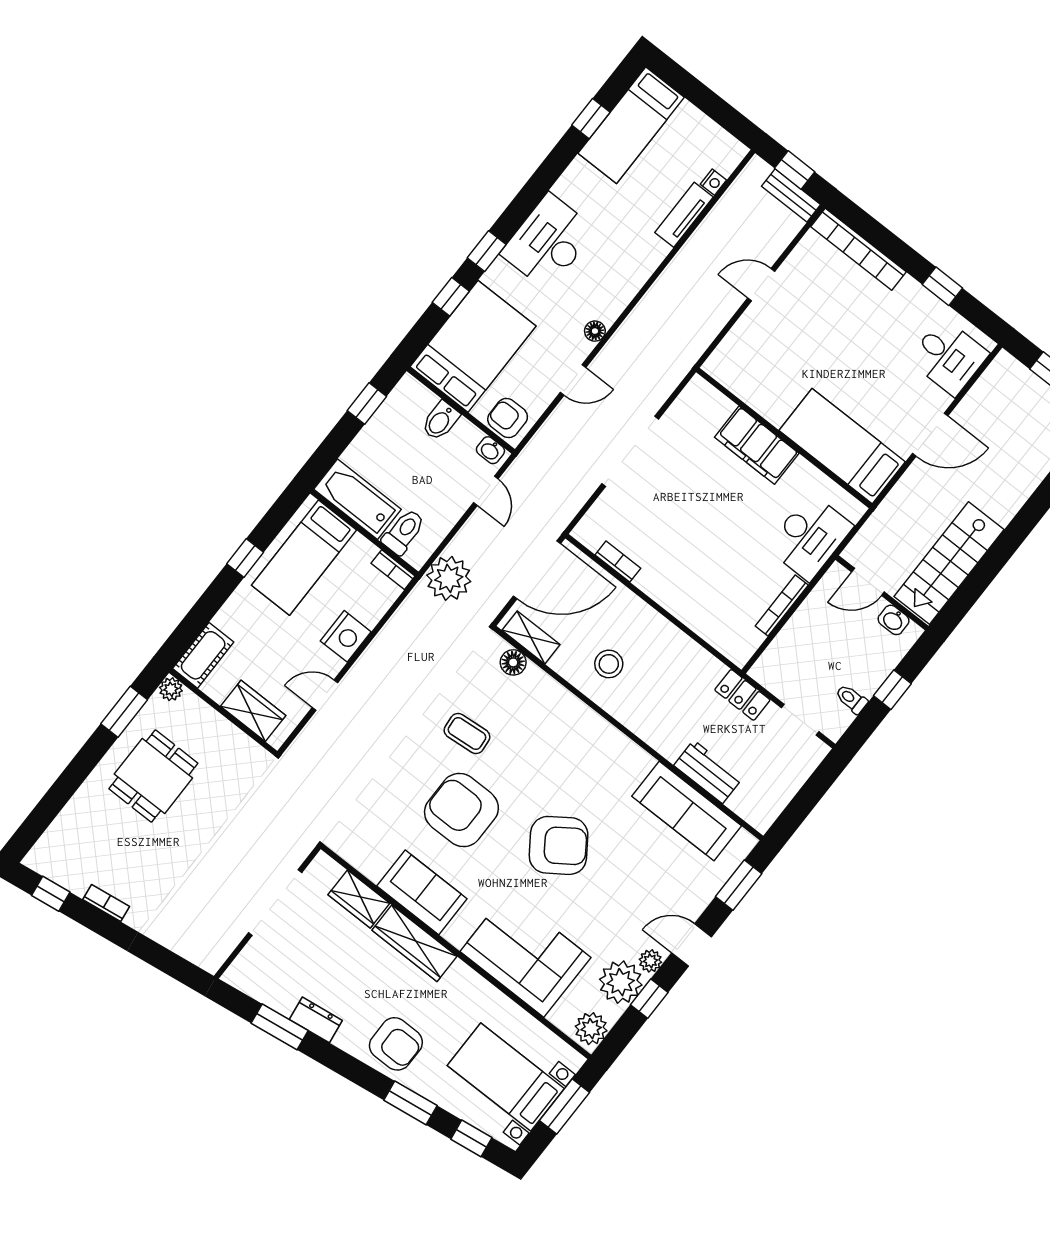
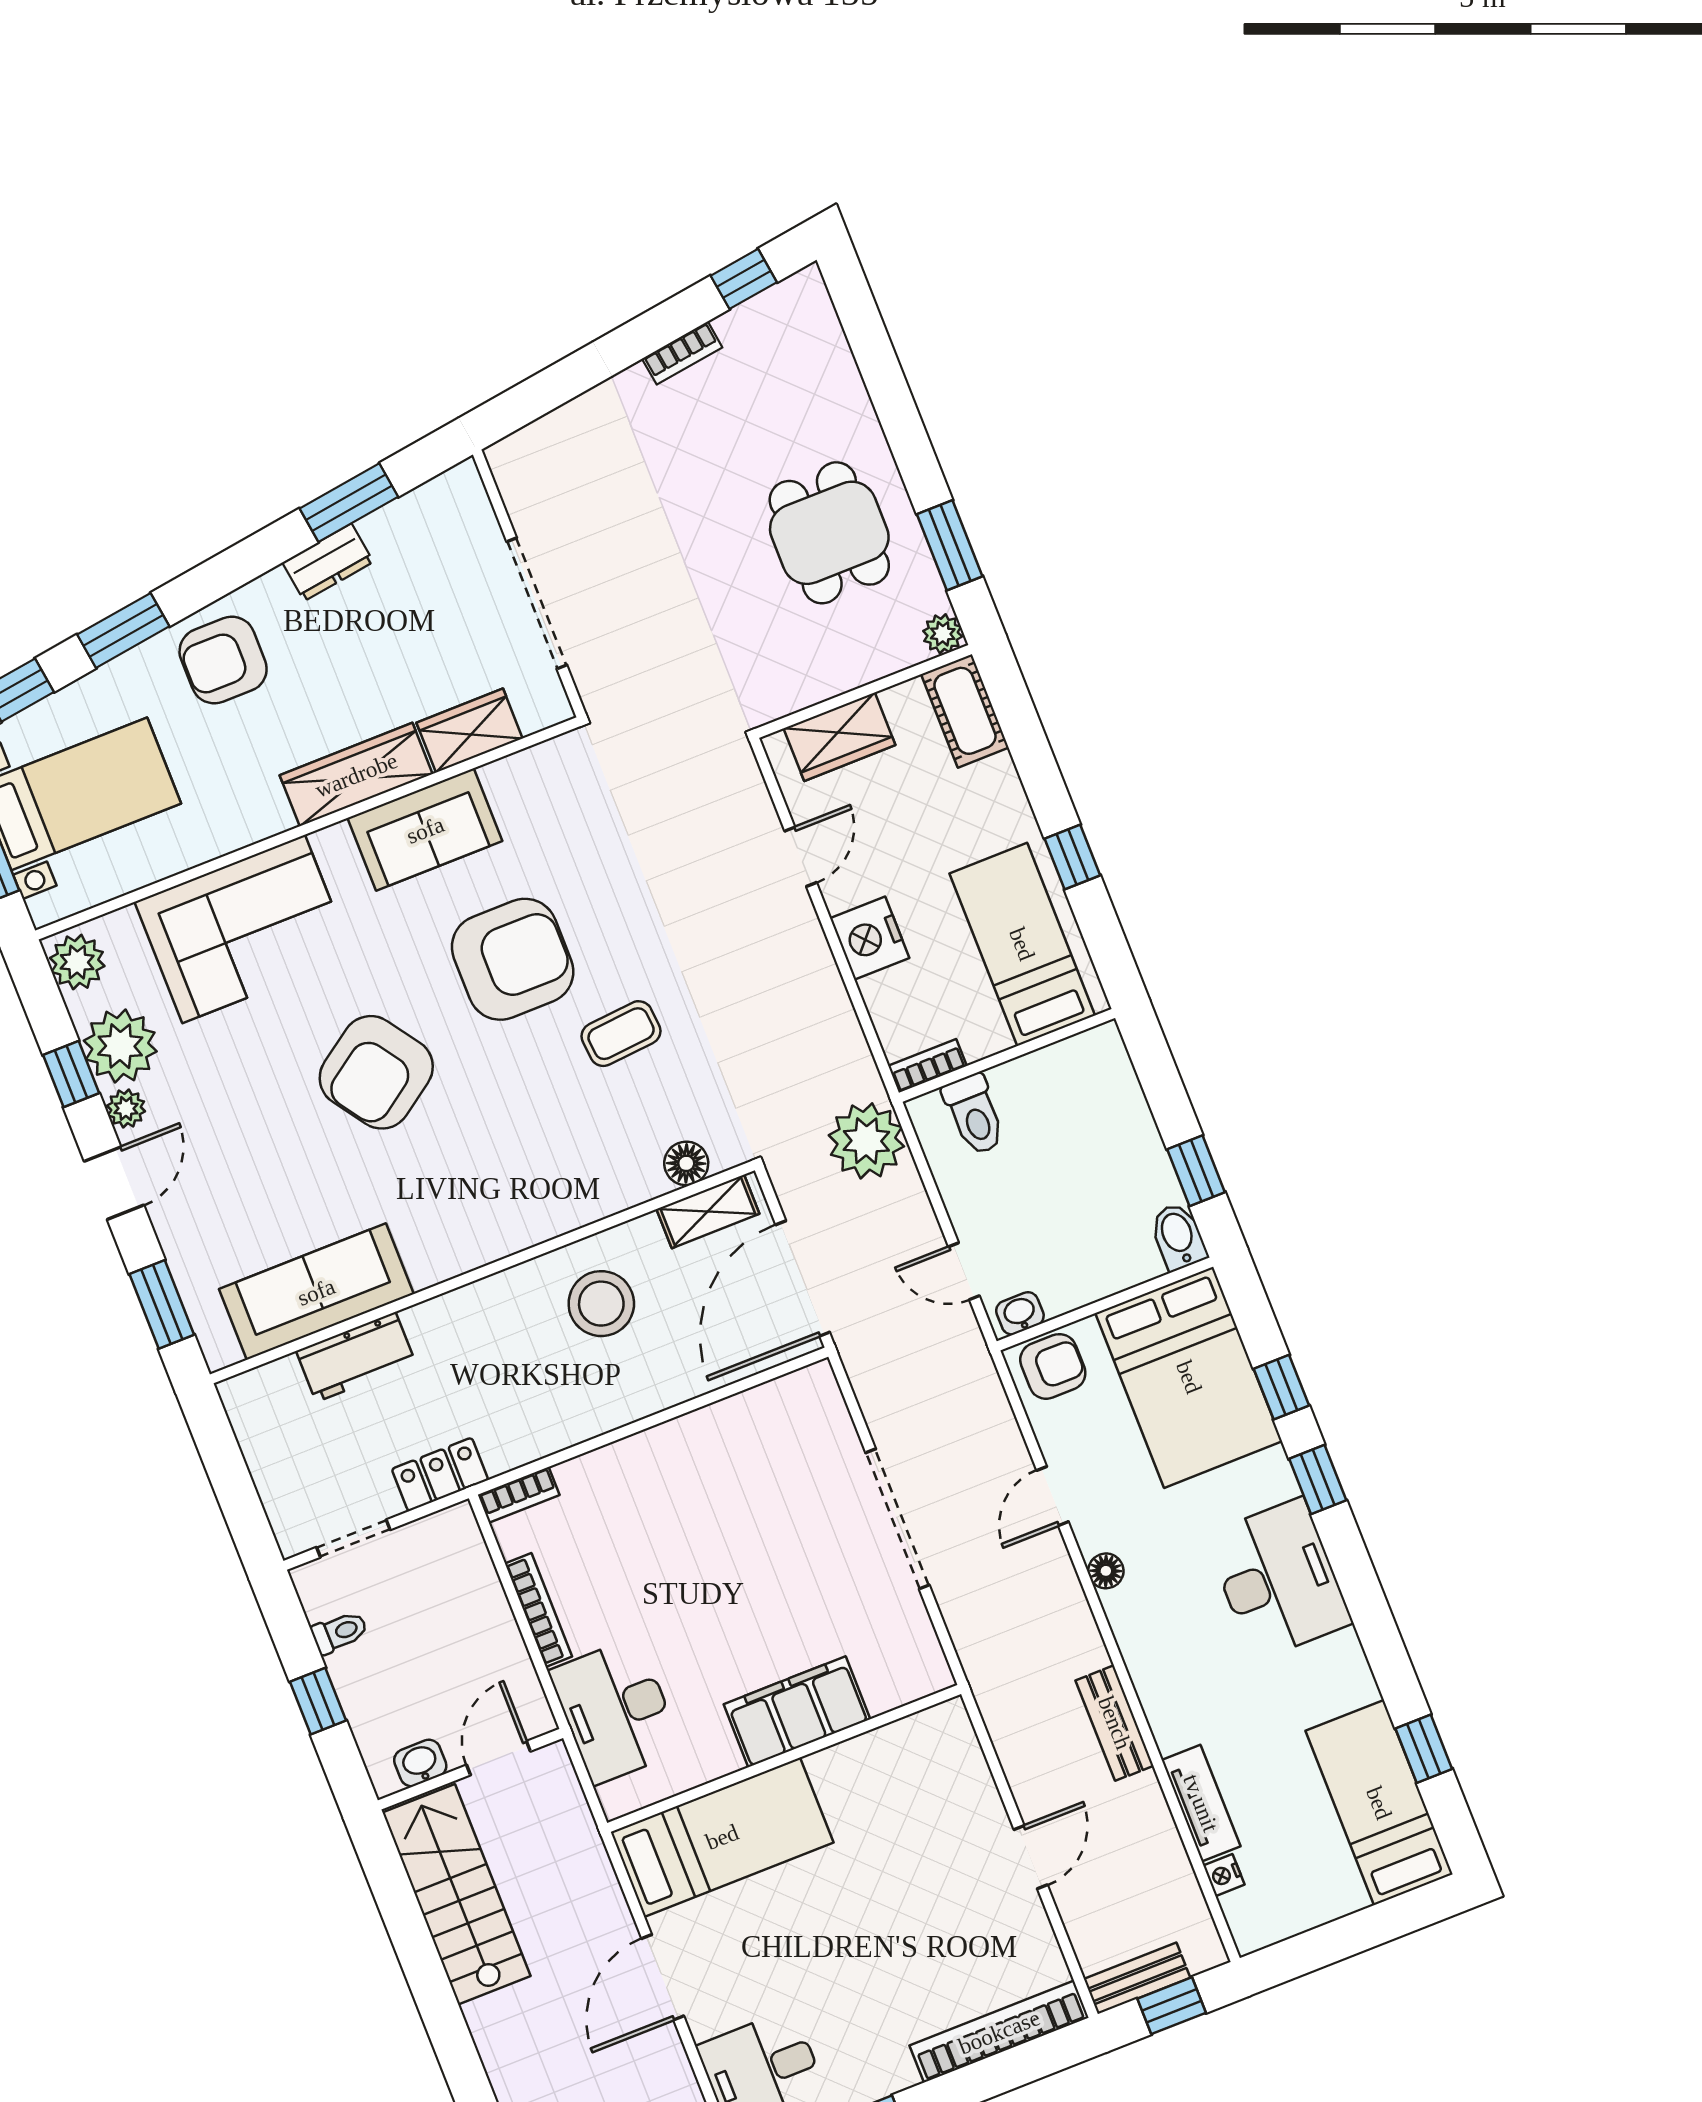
bench: (669, 282) -> (1115, 1723), added
bidet: (440, 421) -> (1178, 1236), moved
bathtub: (357, 499) -> (1062, 1074), removed
bookcase: (618, 562) -> (519, 1495), moved
stool: (609, 664) -> (601, 1304), width x1.38, depth x1.38

